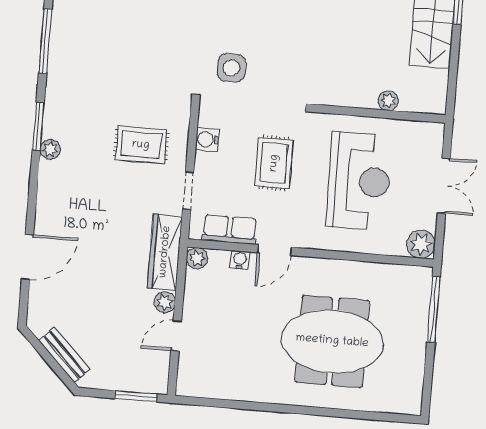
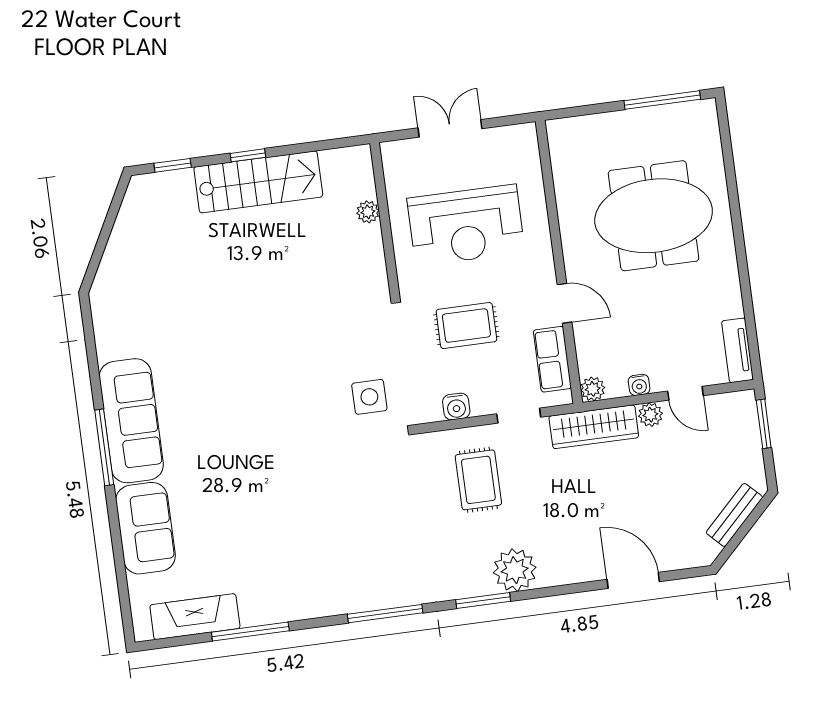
plant: (50, 149) -> (515, 570), width x1.88, depth x1.88
reception desk: (359, 181) -> (466, 225), turned 180
plant: (421, 244) -> (522, 140), removed
water cooler: (240, 260) -> (639, 385), moved, turned -90
window: (434, 310) -> (662, 100), moved
meeting table: (332, 341) -> (654, 216), turned 90
tv unit: (203, 388) -> (737, 350), added

